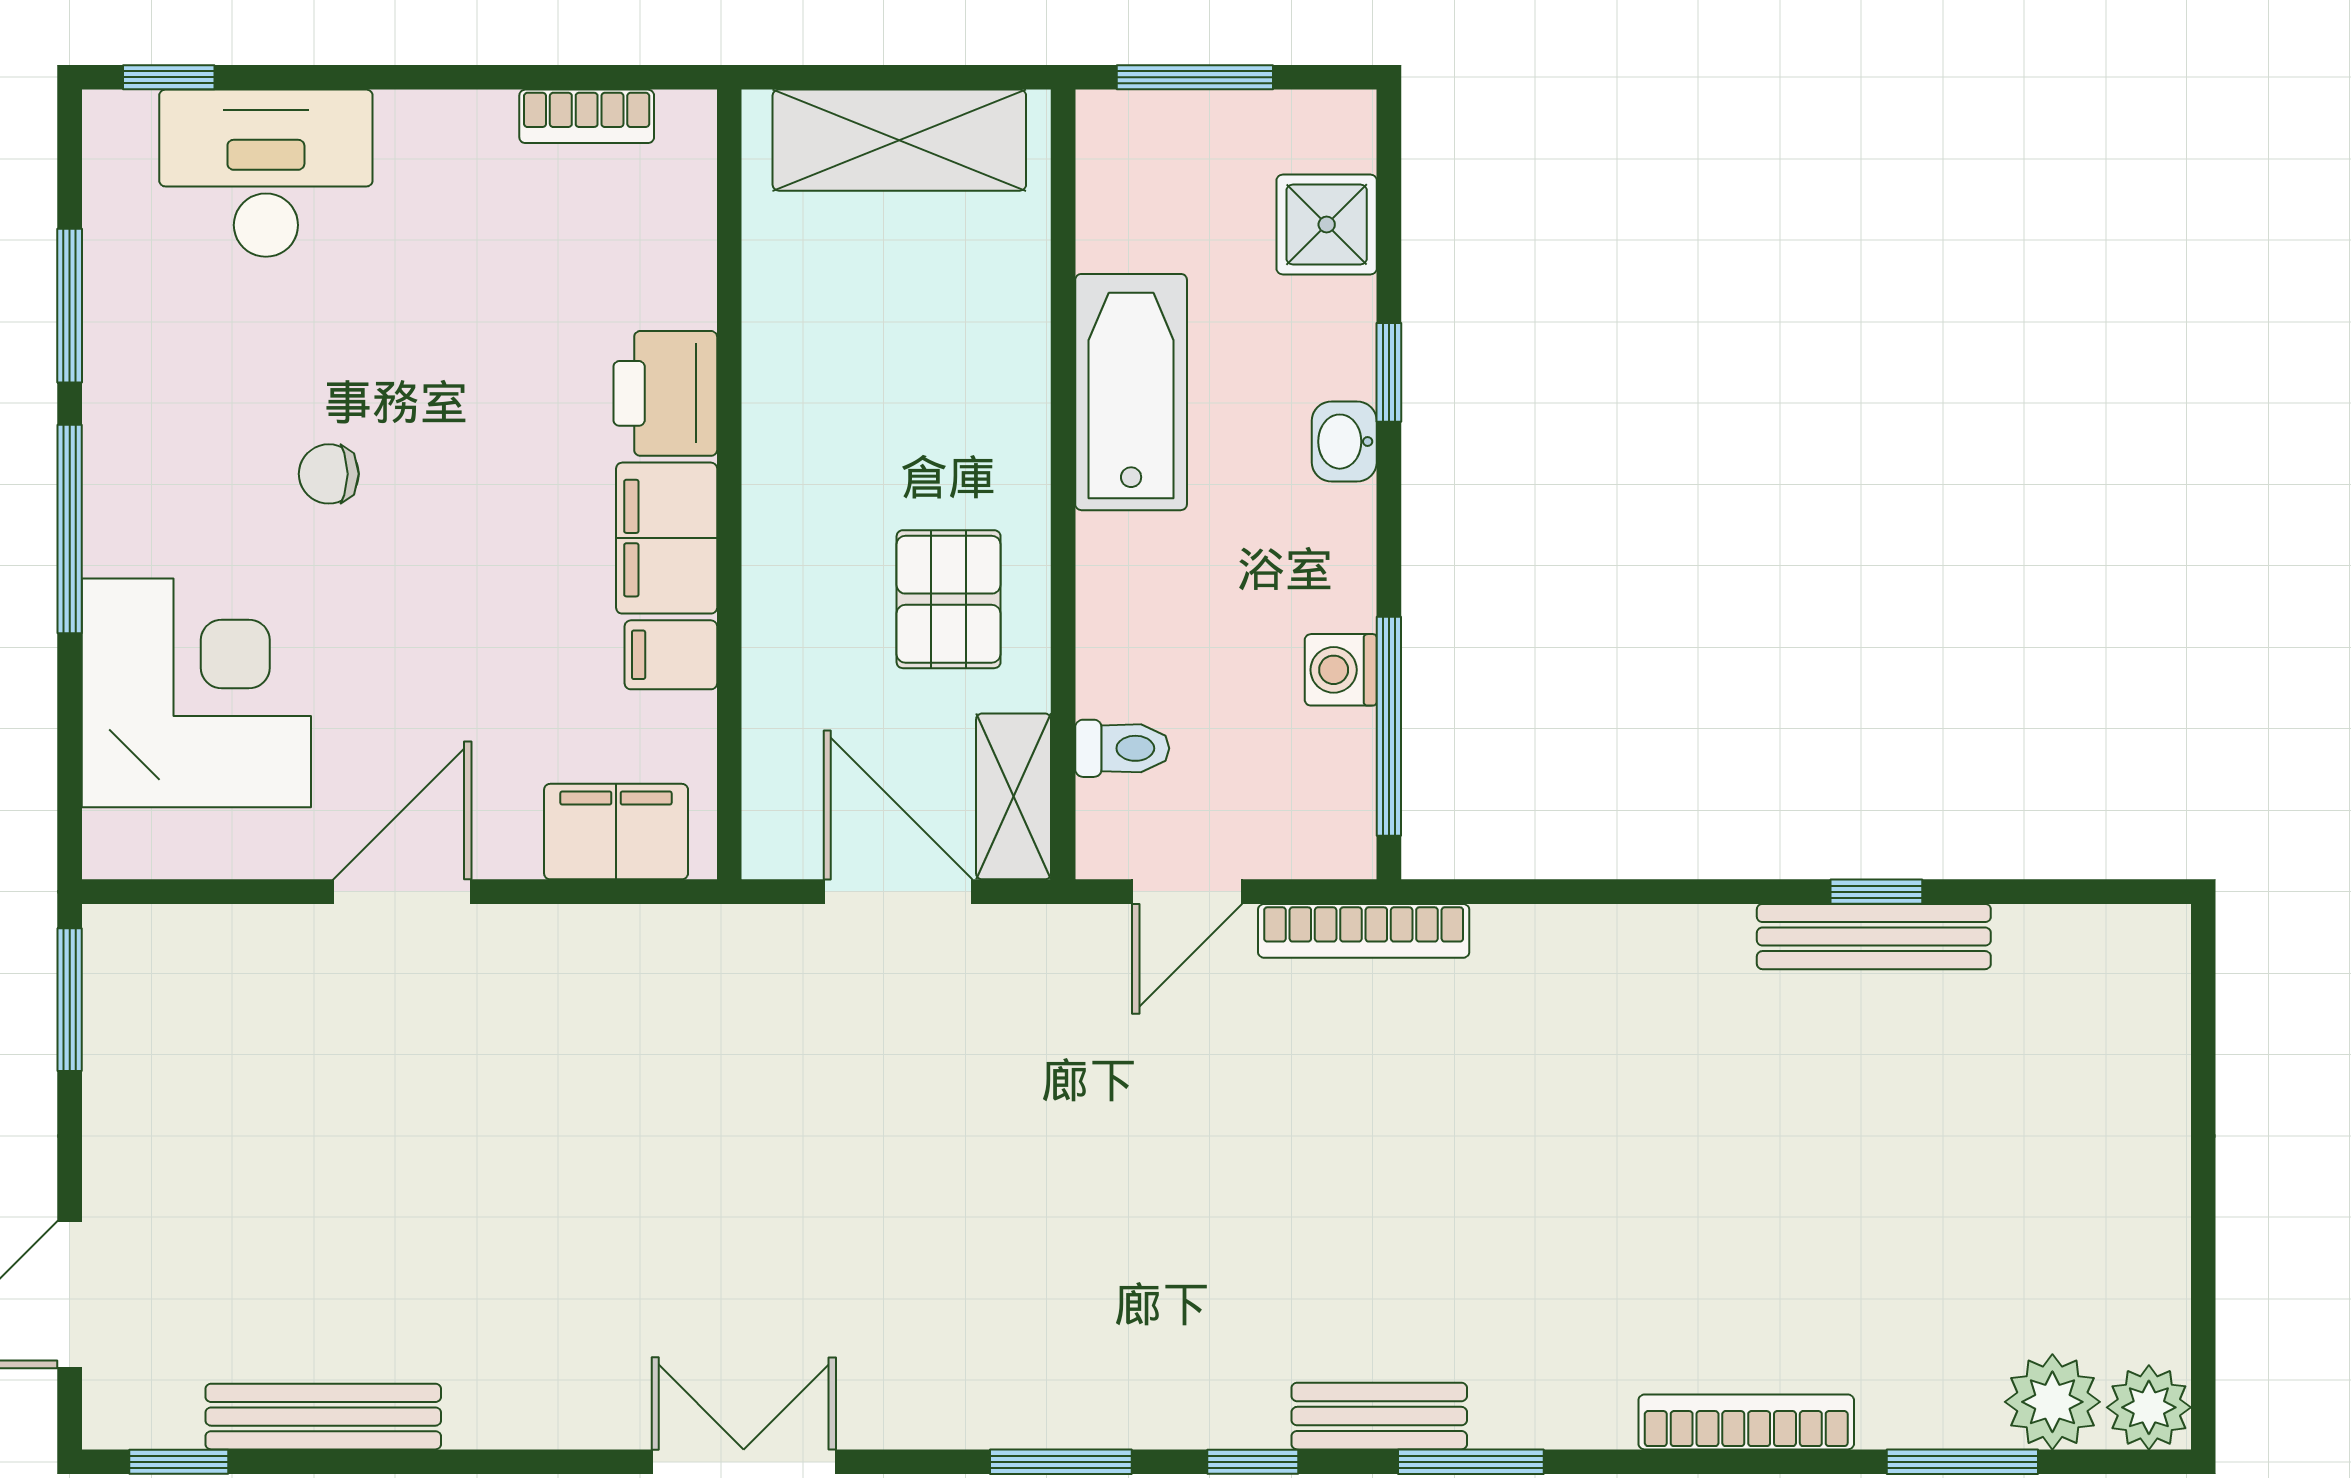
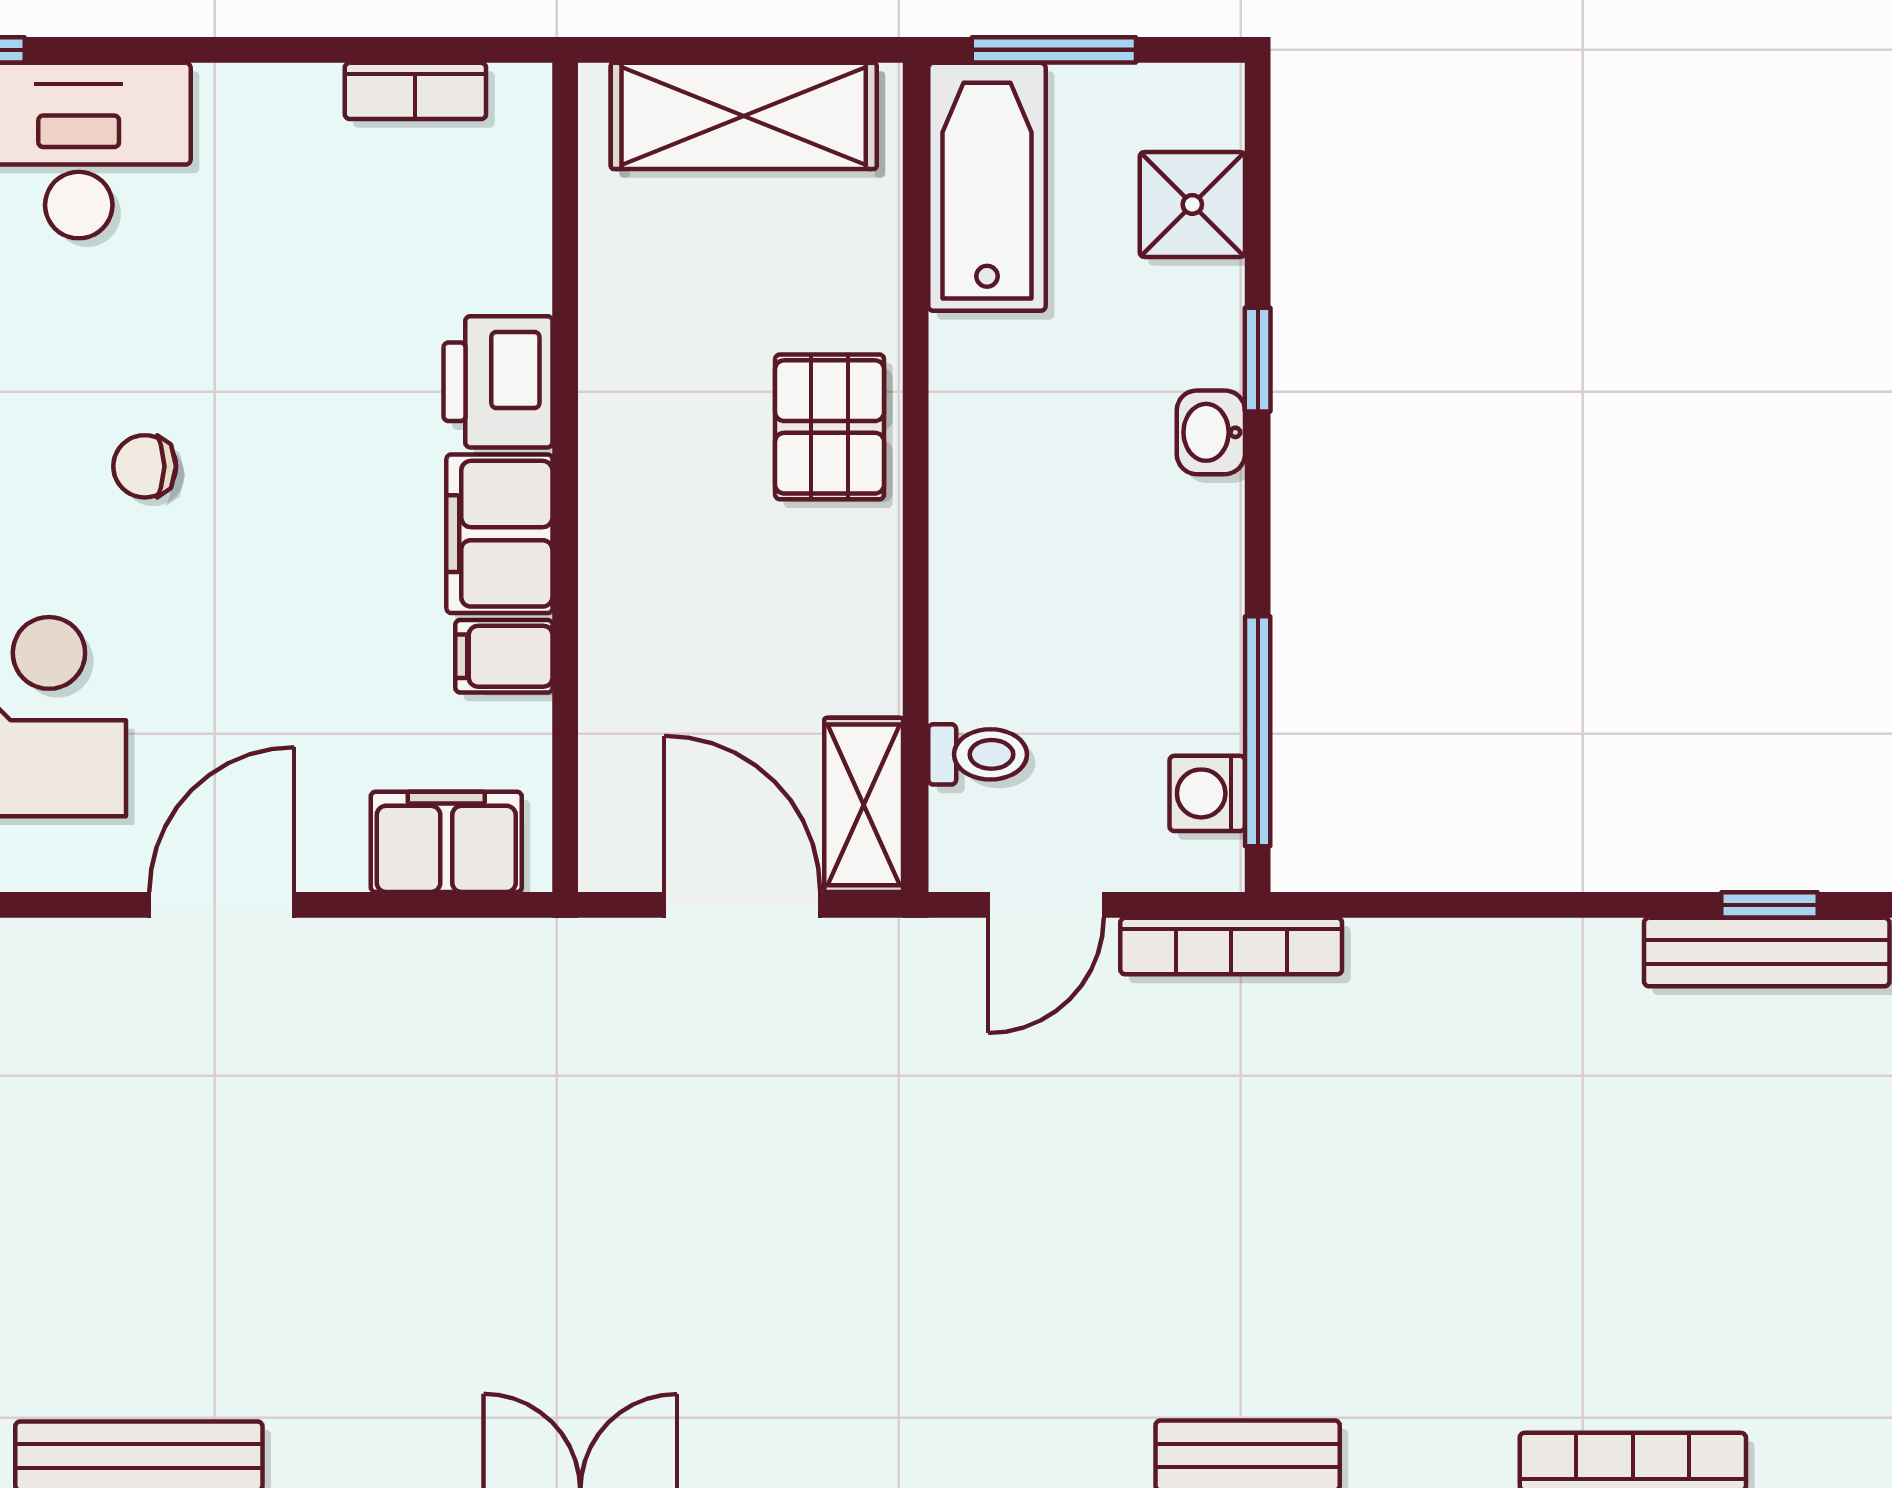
bathtub: (1131, 392) -> (987, 187), moved
pallet: (949, 599) -> (830, 427), moved
washing machine: (1341, 670) -> (1207, 793), moved

